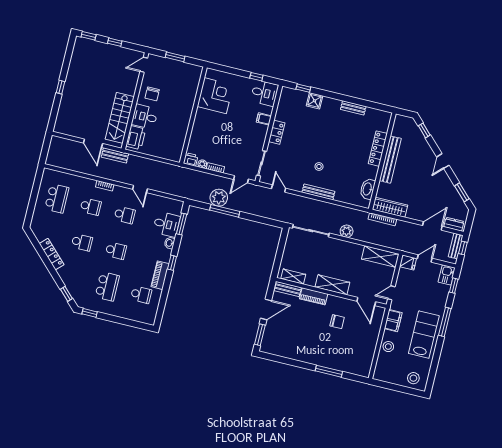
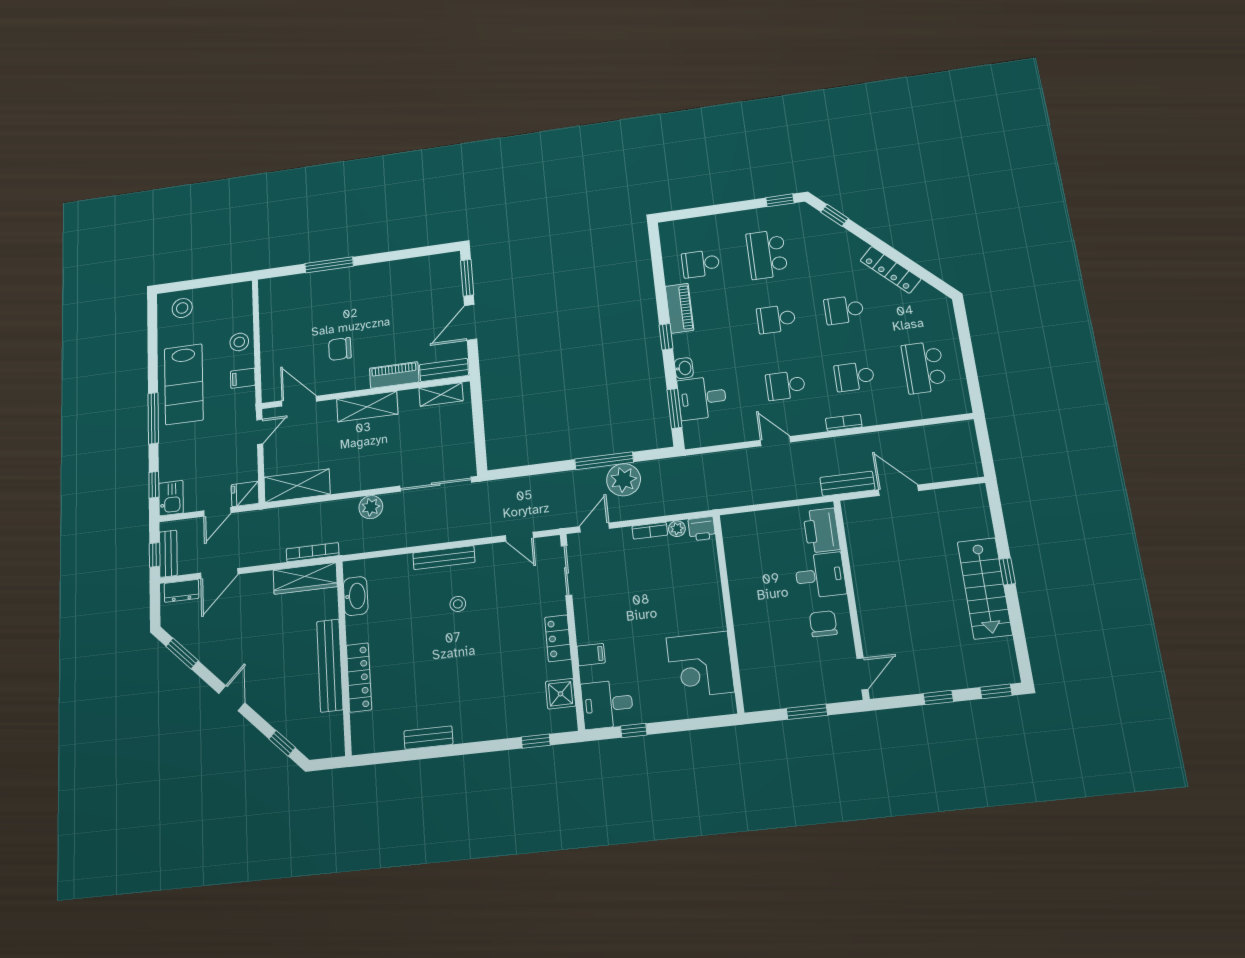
shower: (314, 101) -> (561, 694), moved
stairs: (120, 118) -> (985, 588), moved, turned 180
filing cabinet: (393, 321) -> (243, 378), width x0.50

